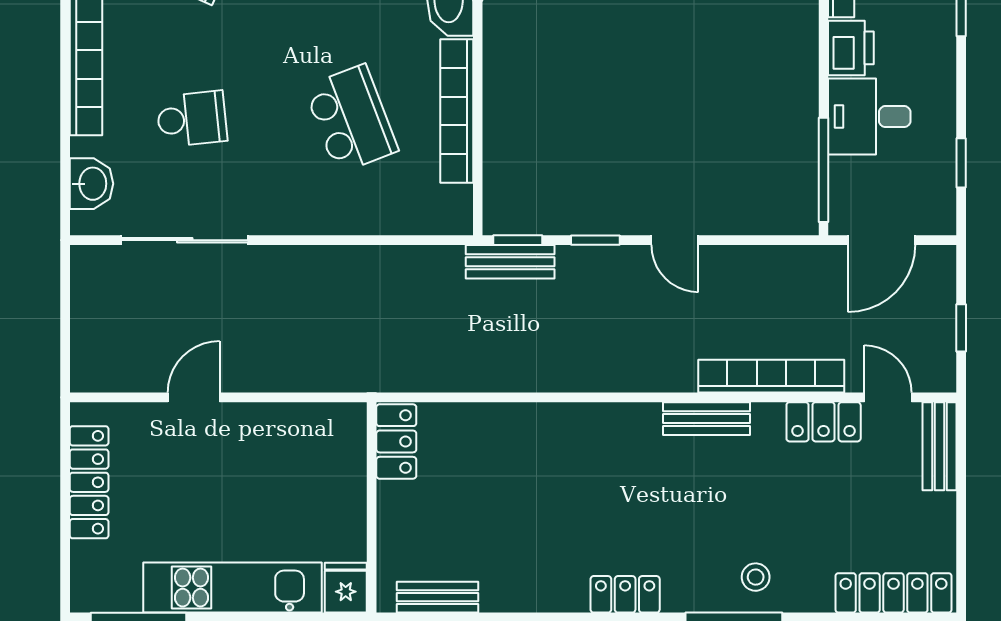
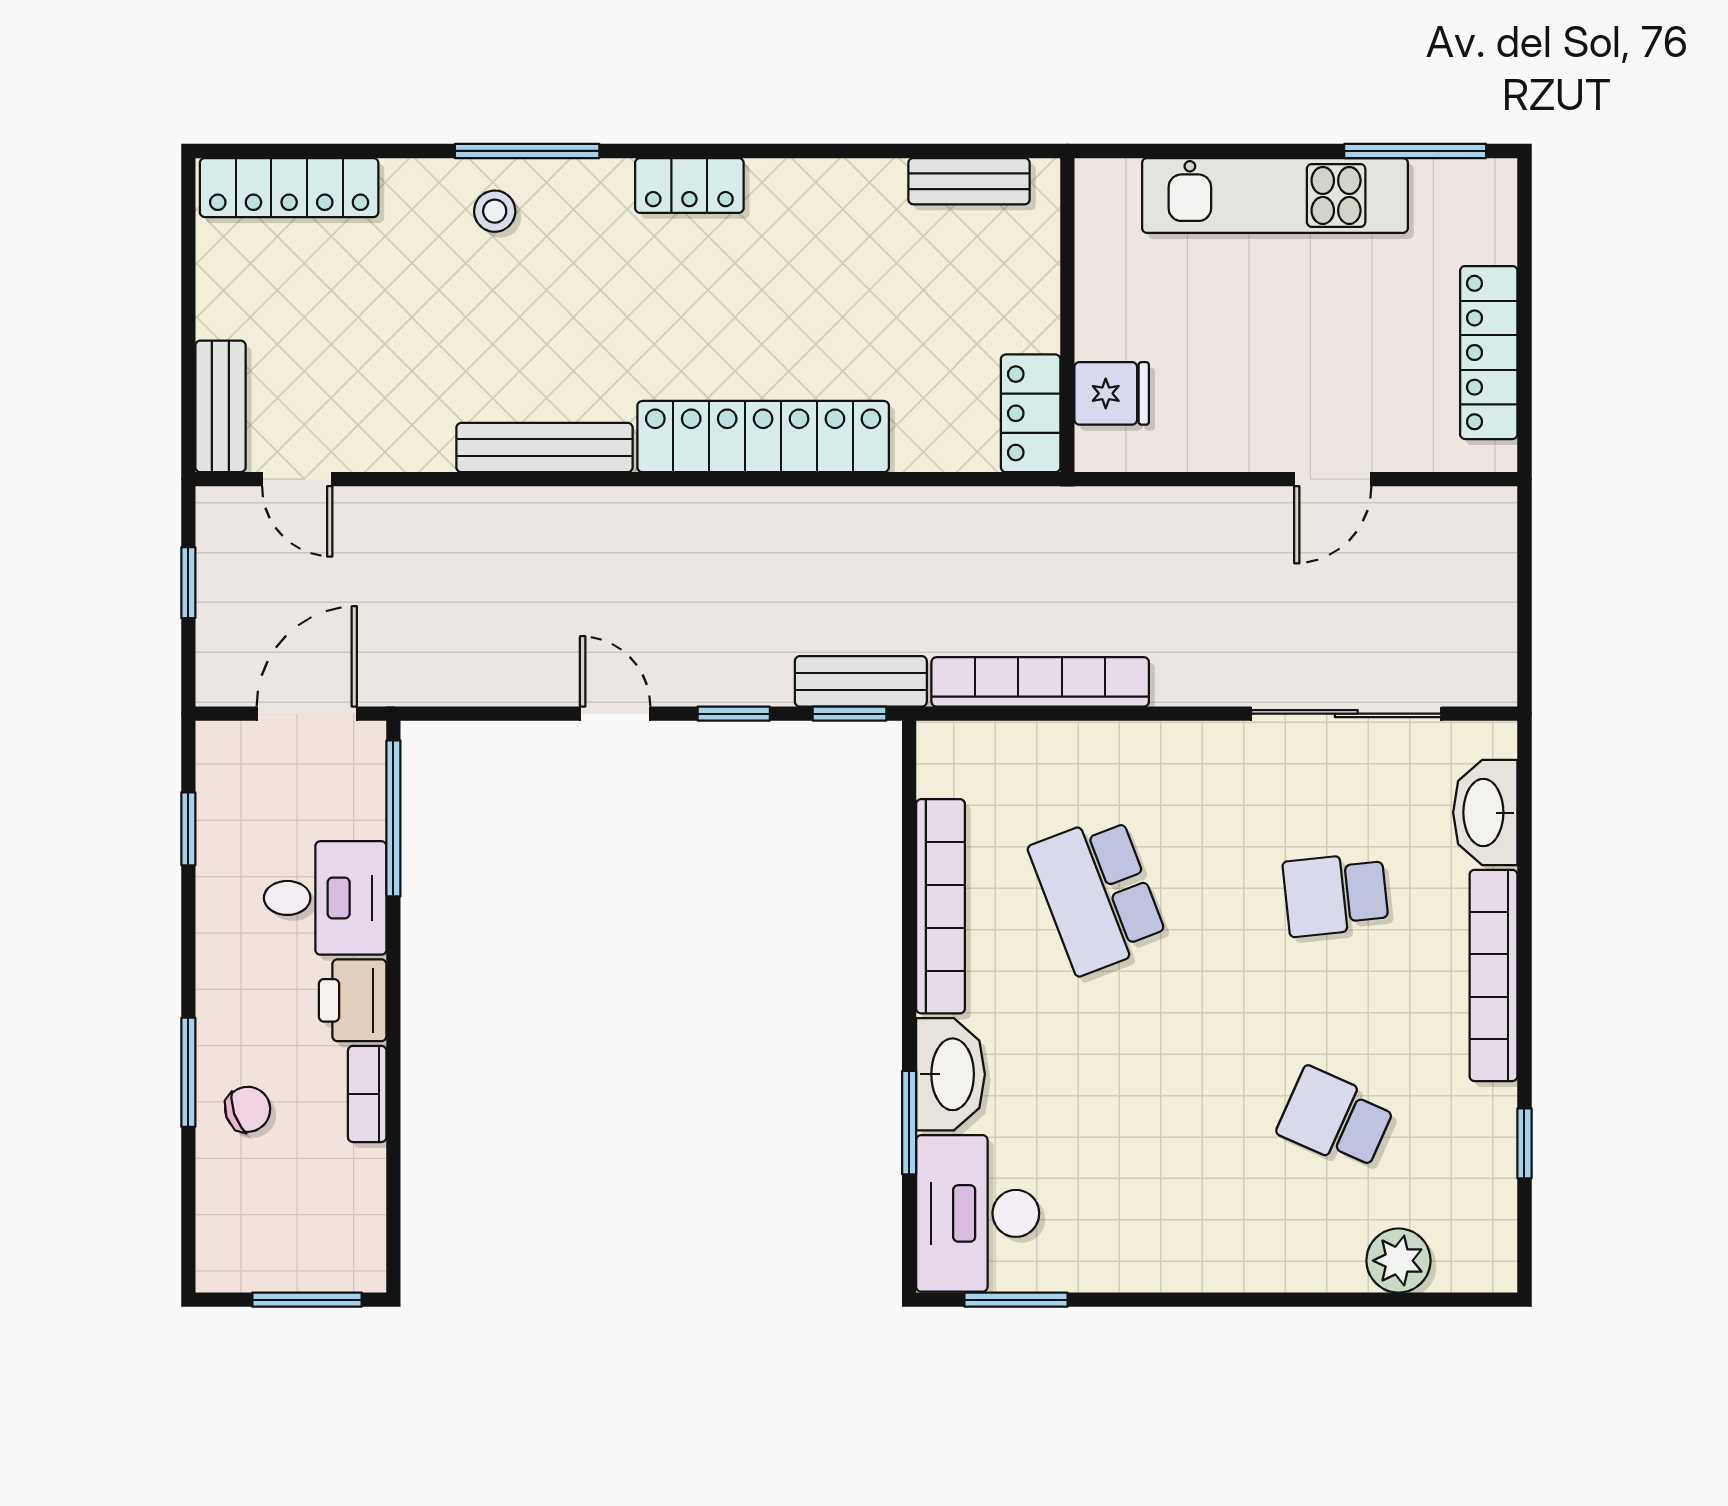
washbasin: (91, 184) -> (1485, 813), width x1.38
bookcase: (771, 376) -> (1040, 682), moved, turned 180
bench: (706, 419) -> (545, 447), width x1.36
locker: (824, 422) -> (763, 437), moved, width x2.16, depth x1.21
fridge: (346, 588) -> (1112, 393), moved, turned -90

